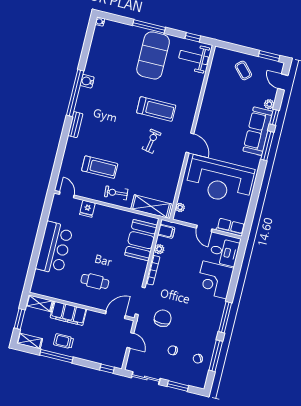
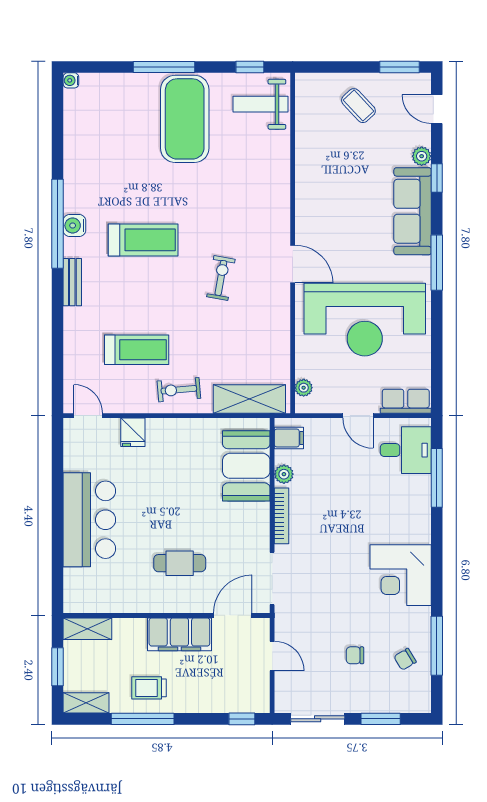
water cooler: (87, 81) -> (74, 225), moved
treadmill: (156, 109) -> (143, 240), moved
window: (267, 146) -> (437, 263), moved
corner desk: (215, 280) -> (401, 575), moved
filing cabinet: (68, 313) -> (179, 634), moved
window: (225, 317) -> (437, 478), moved
chair: (163, 318) -> (322, 600), removed

